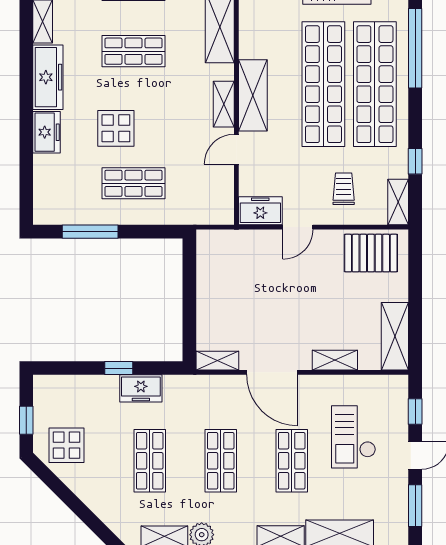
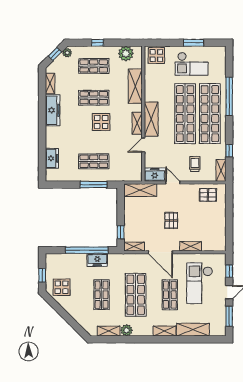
display table: (116, 128) -> (101, 122), moved
freezer: (47, 132) -> (52, 158), moved
door: (298, 227) -> (173, 182), swing flipped
window: (90, 232) -> (94, 185), moved
pallet: (371, 253) -> (208, 195), width x0.67, depth x0.71
pallet: (295, 306) -> (171, 221), added
window: (189, 331) -> (121, 232), added
shelving: (395, 336) -> (140, 190), moved, turned 90
window: (119, 368) -> (87, 250), width x3.17
checkout: (354, 437) -> (200, 283), width x1.36, depth x1.21
shop shelf: (221, 461) -> (136, 295), width x1.43, depth x1.36

